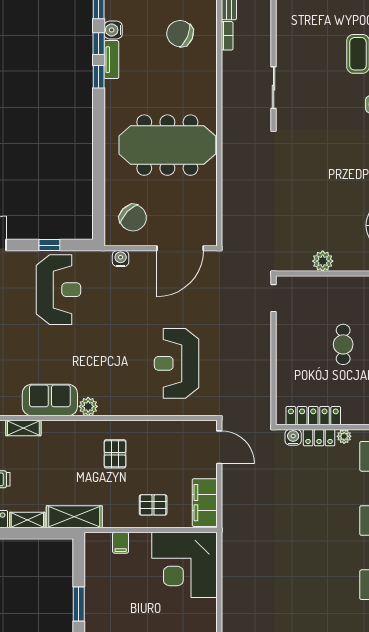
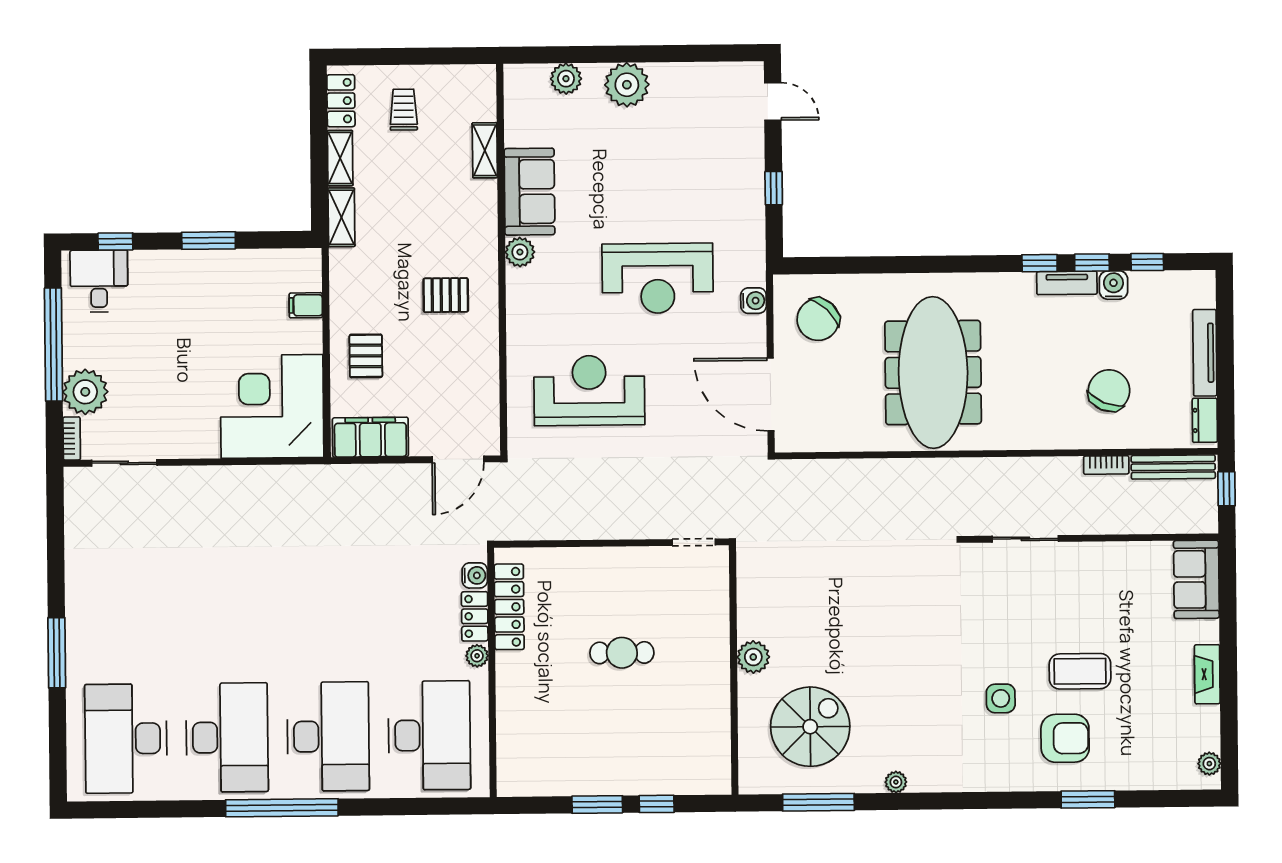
plant: (323, 261) -> (753, 657), moved
reception desk: (58, 290) -> (658, 278), moved
shelving: (74, 517) -> (341, 217), width x0.67, depth x0.75

